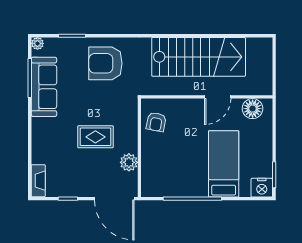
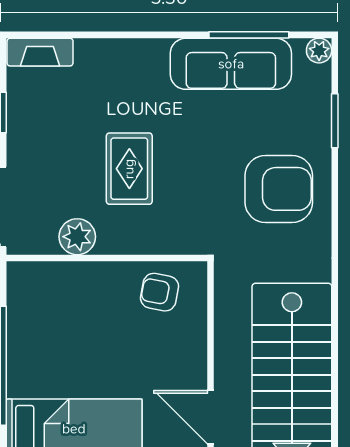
armchair: (105, 63) -> (279, 189), turned 90

